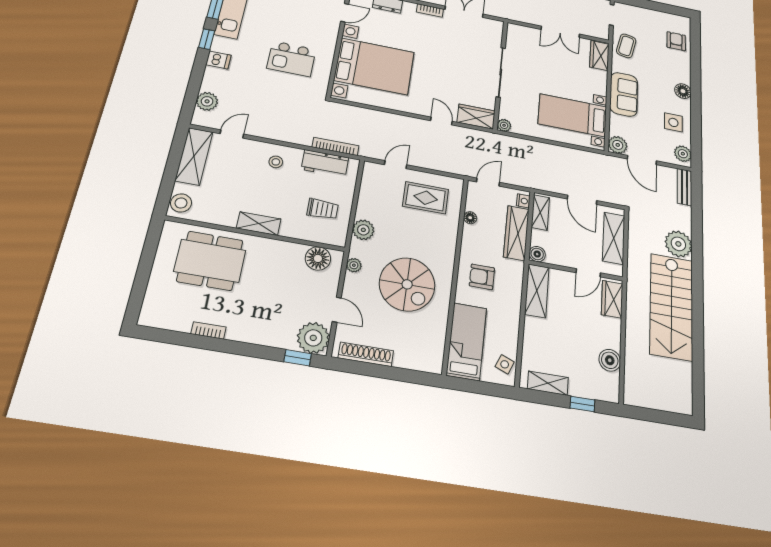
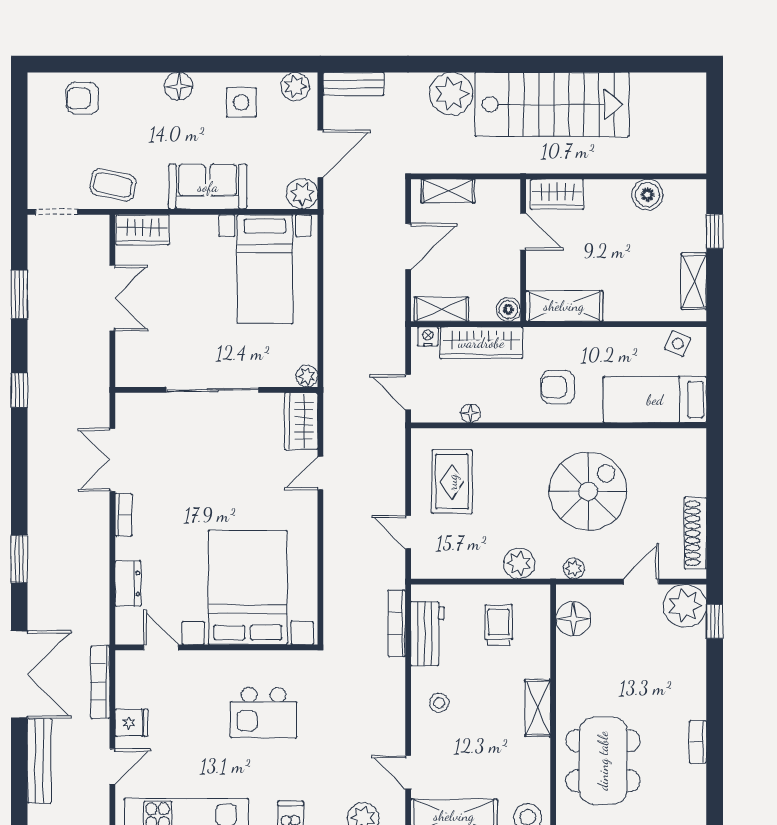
kitchen island: (291, 59) -> (264, 713), turned 90
shelving: (614, 238) -> (448, 191), width x0.67, depth x0.75
armchair: (482, 277) -> (558, 387), turned 90

